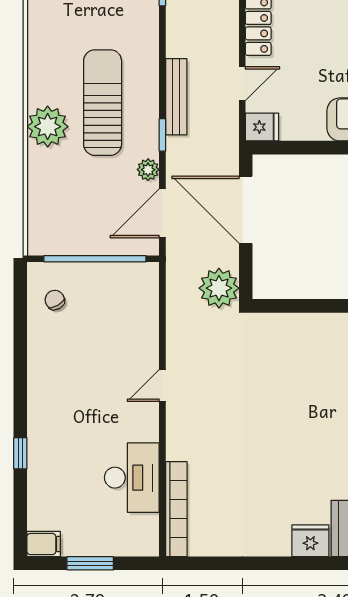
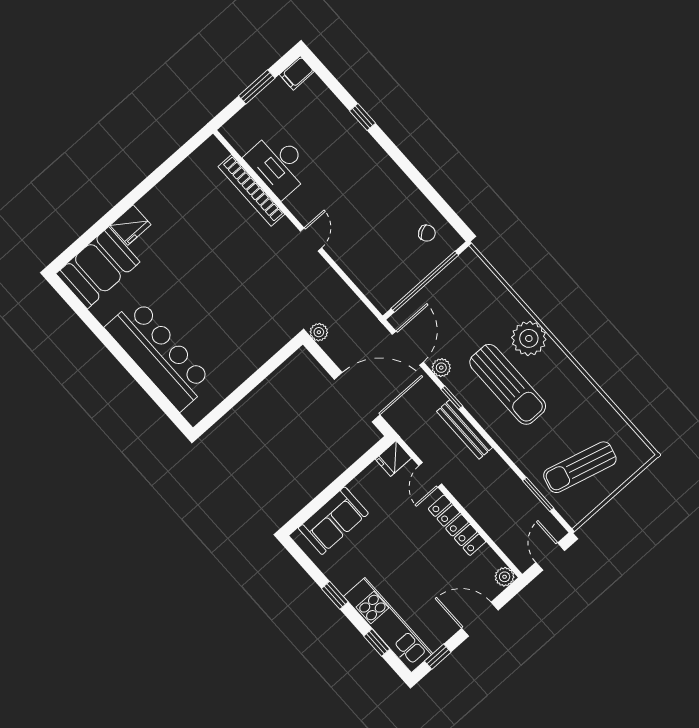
plant: (219, 288) -> (319, 332), width x0.53, depth x0.53
bookcase: (176, 509) -> (251, 190), moved

